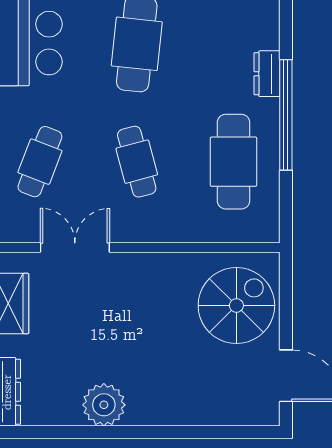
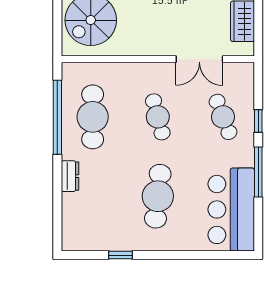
window: (286, 115) -> (57, 117), moved
cafe table: (40, 162) -> (223, 117), turned -42

